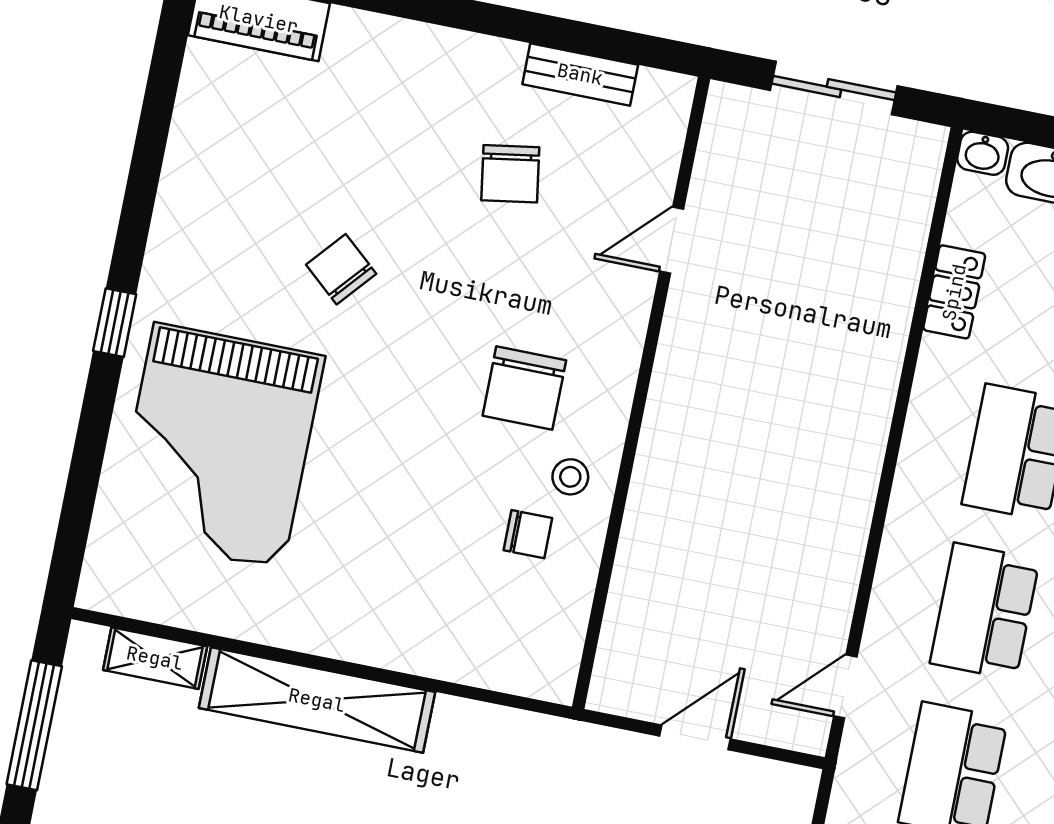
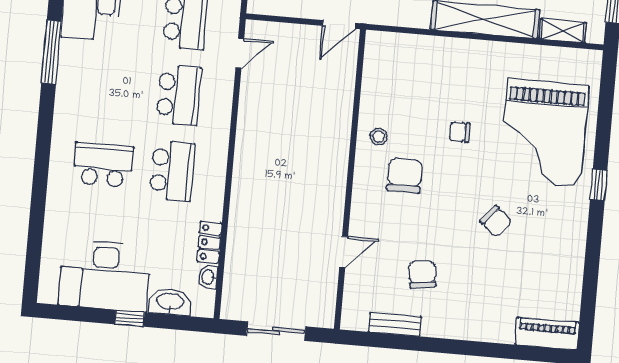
washbasin: (983, 153) -> (208, 277), moved, turned -90
grand piano: (218, 446) -> (544, 133), turned 180
chair: (528, 534) -> (460, 132), moved
door: (695, 737) -> (339, 24), moved

